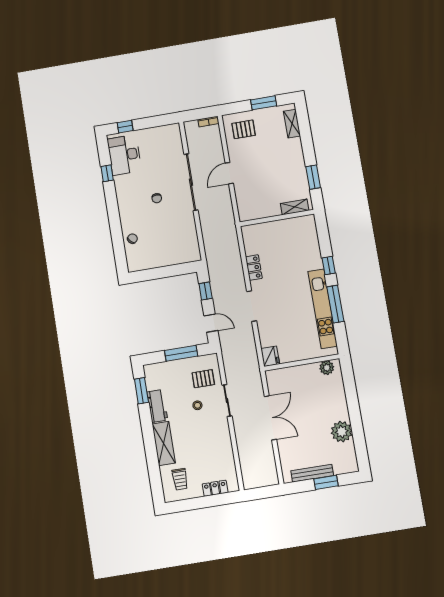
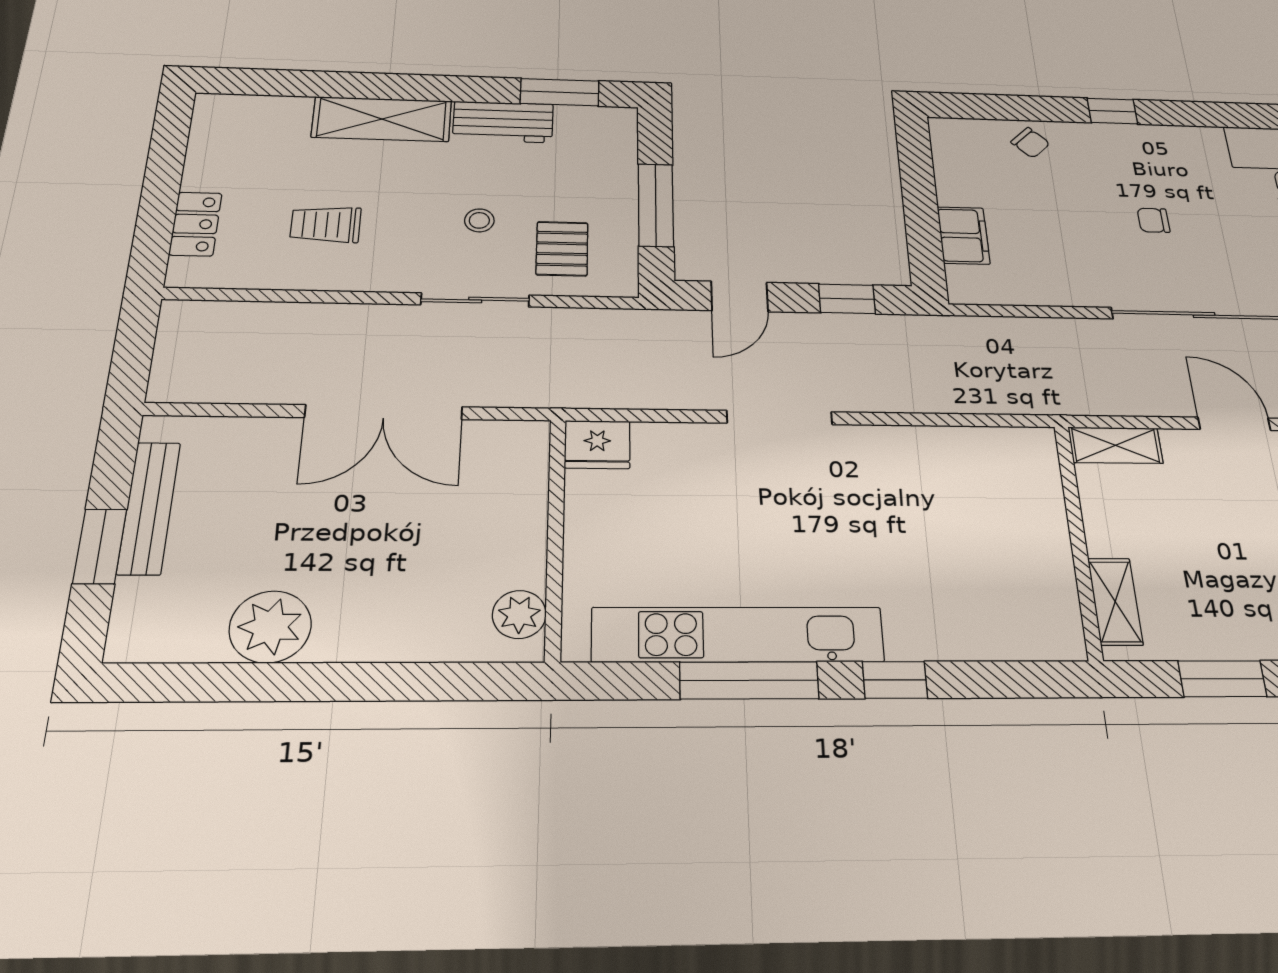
window: (107, 173) -> (1112, 111), moved
shelving: (243, 208) -> (1115, 445), added
filing cabinet: (174, 258) -> (963, 235), added
locker: (254, 268) -> (910, 444), removed
trolley: (180, 479) -> (326, 225), moved

